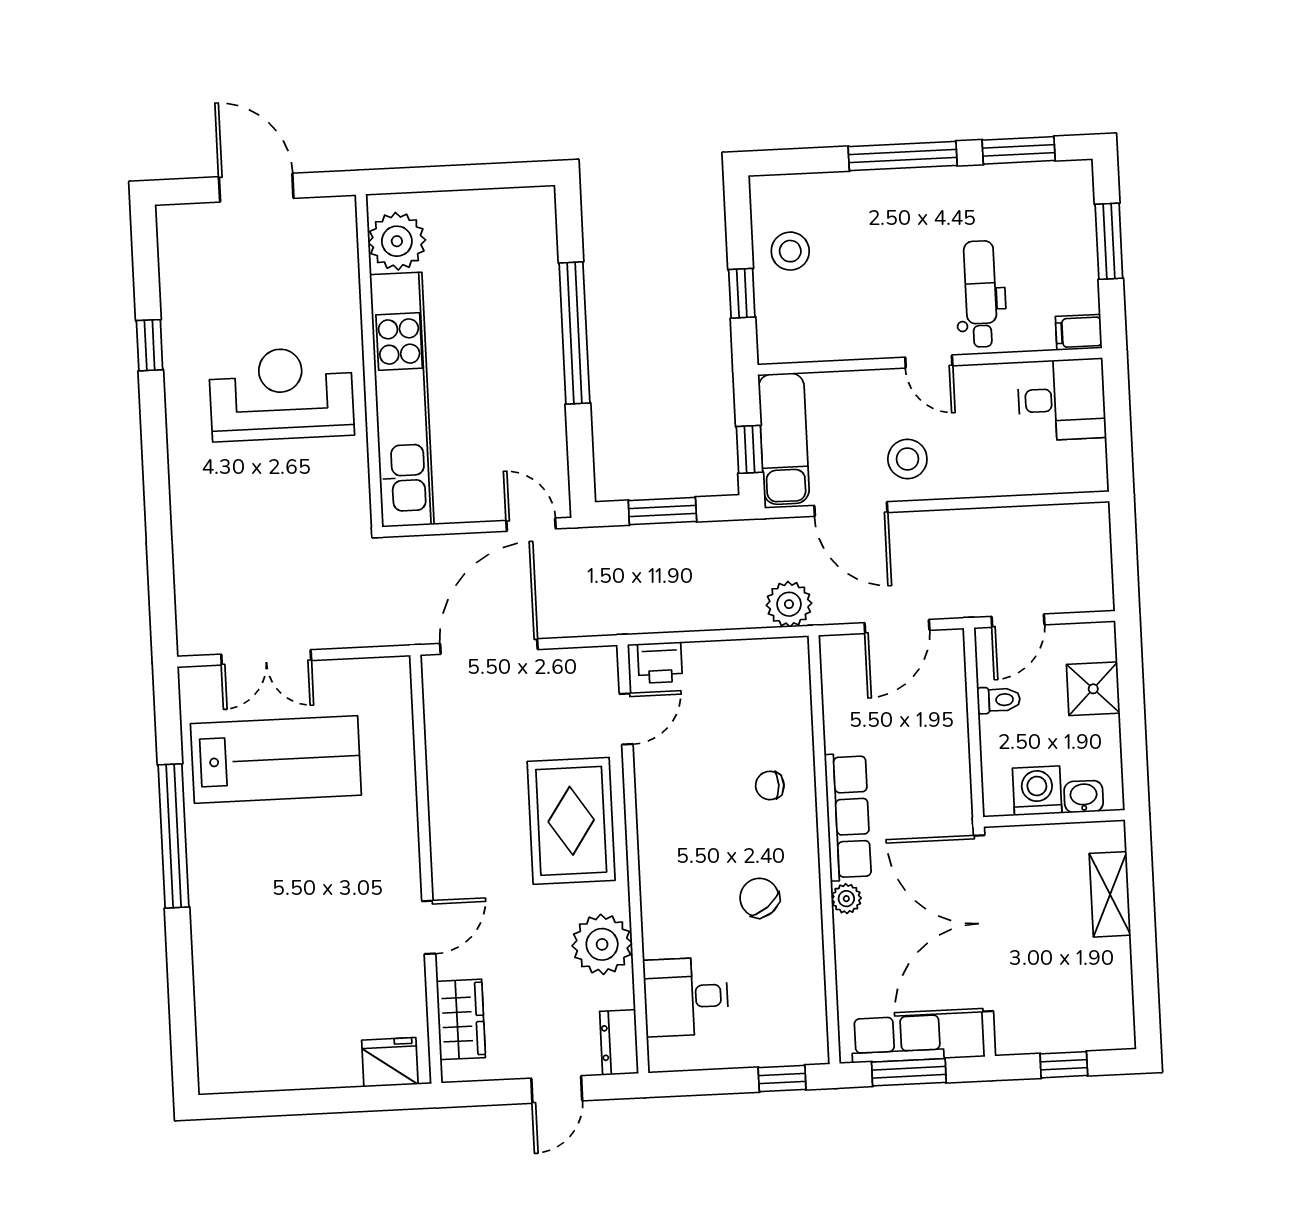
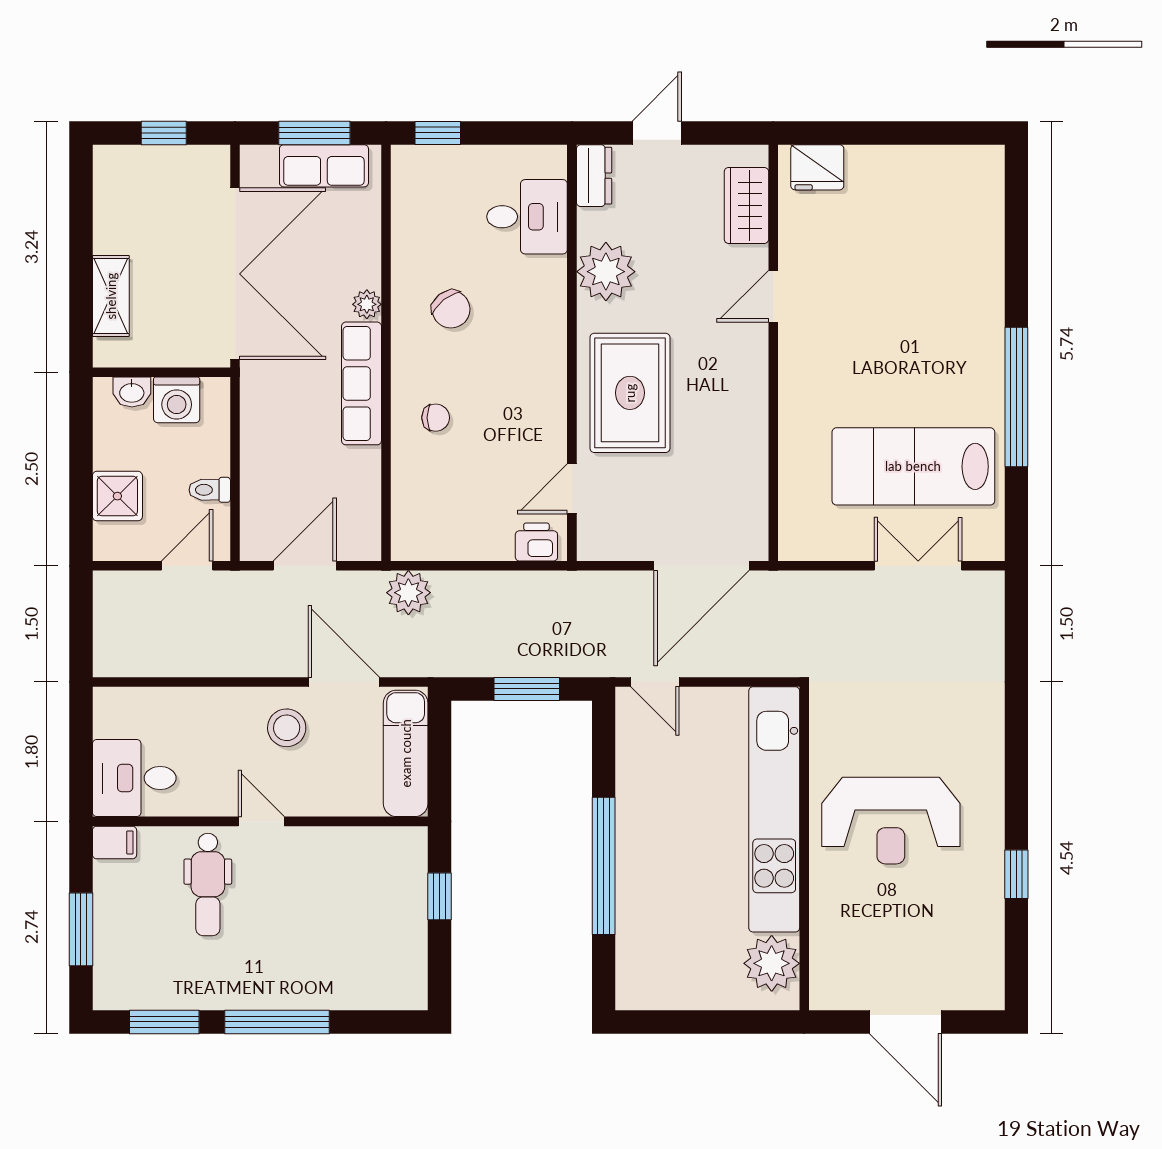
stool: (790, 251) -> (390, 935), removed
window: (749, 449) -> (439, 745), removed

